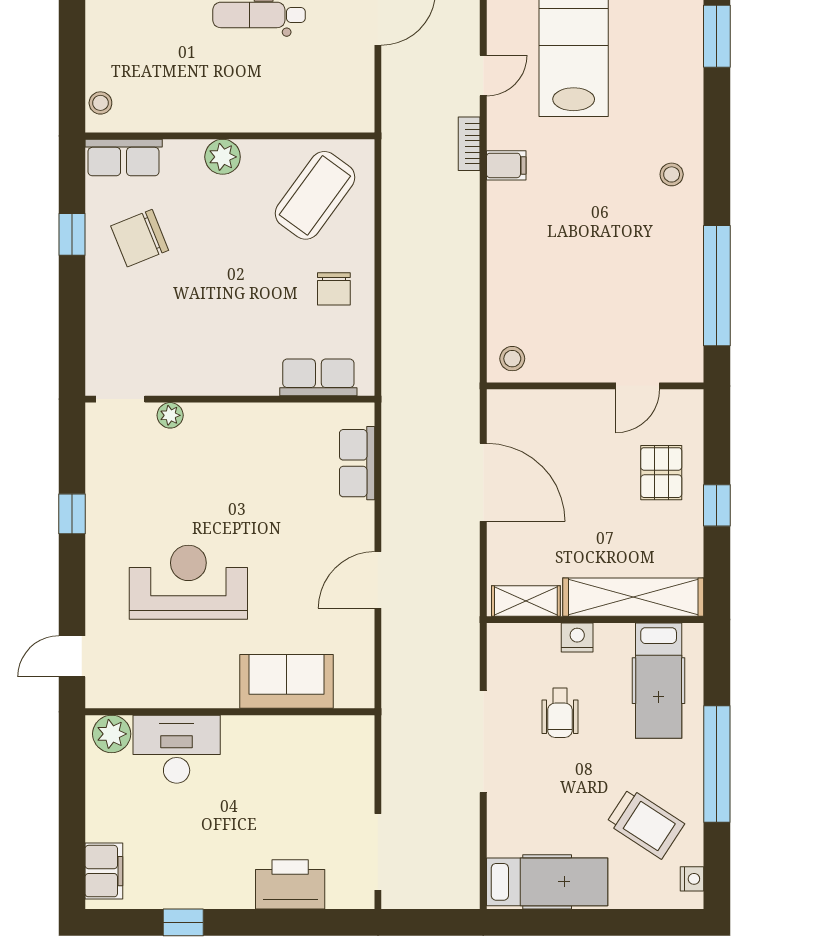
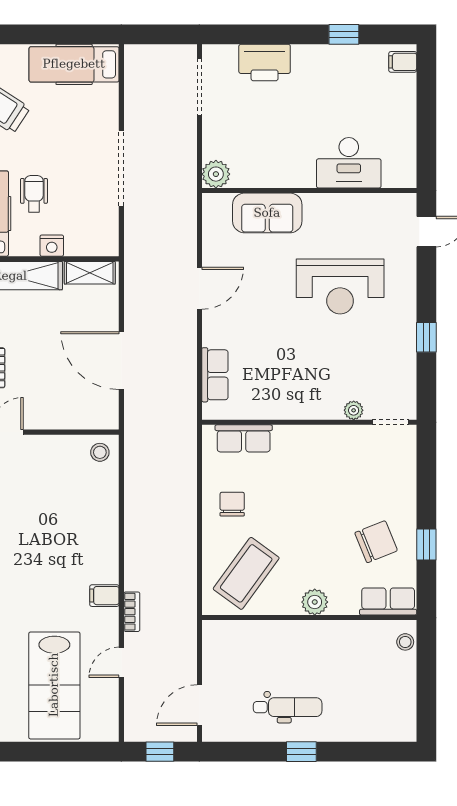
wheelchair: (560, 713) -> (34, 194), moved
plant: (112, 734) -> (216, 174), moved
filing cabinet: (104, 871) -> (403, 62), width x0.50

